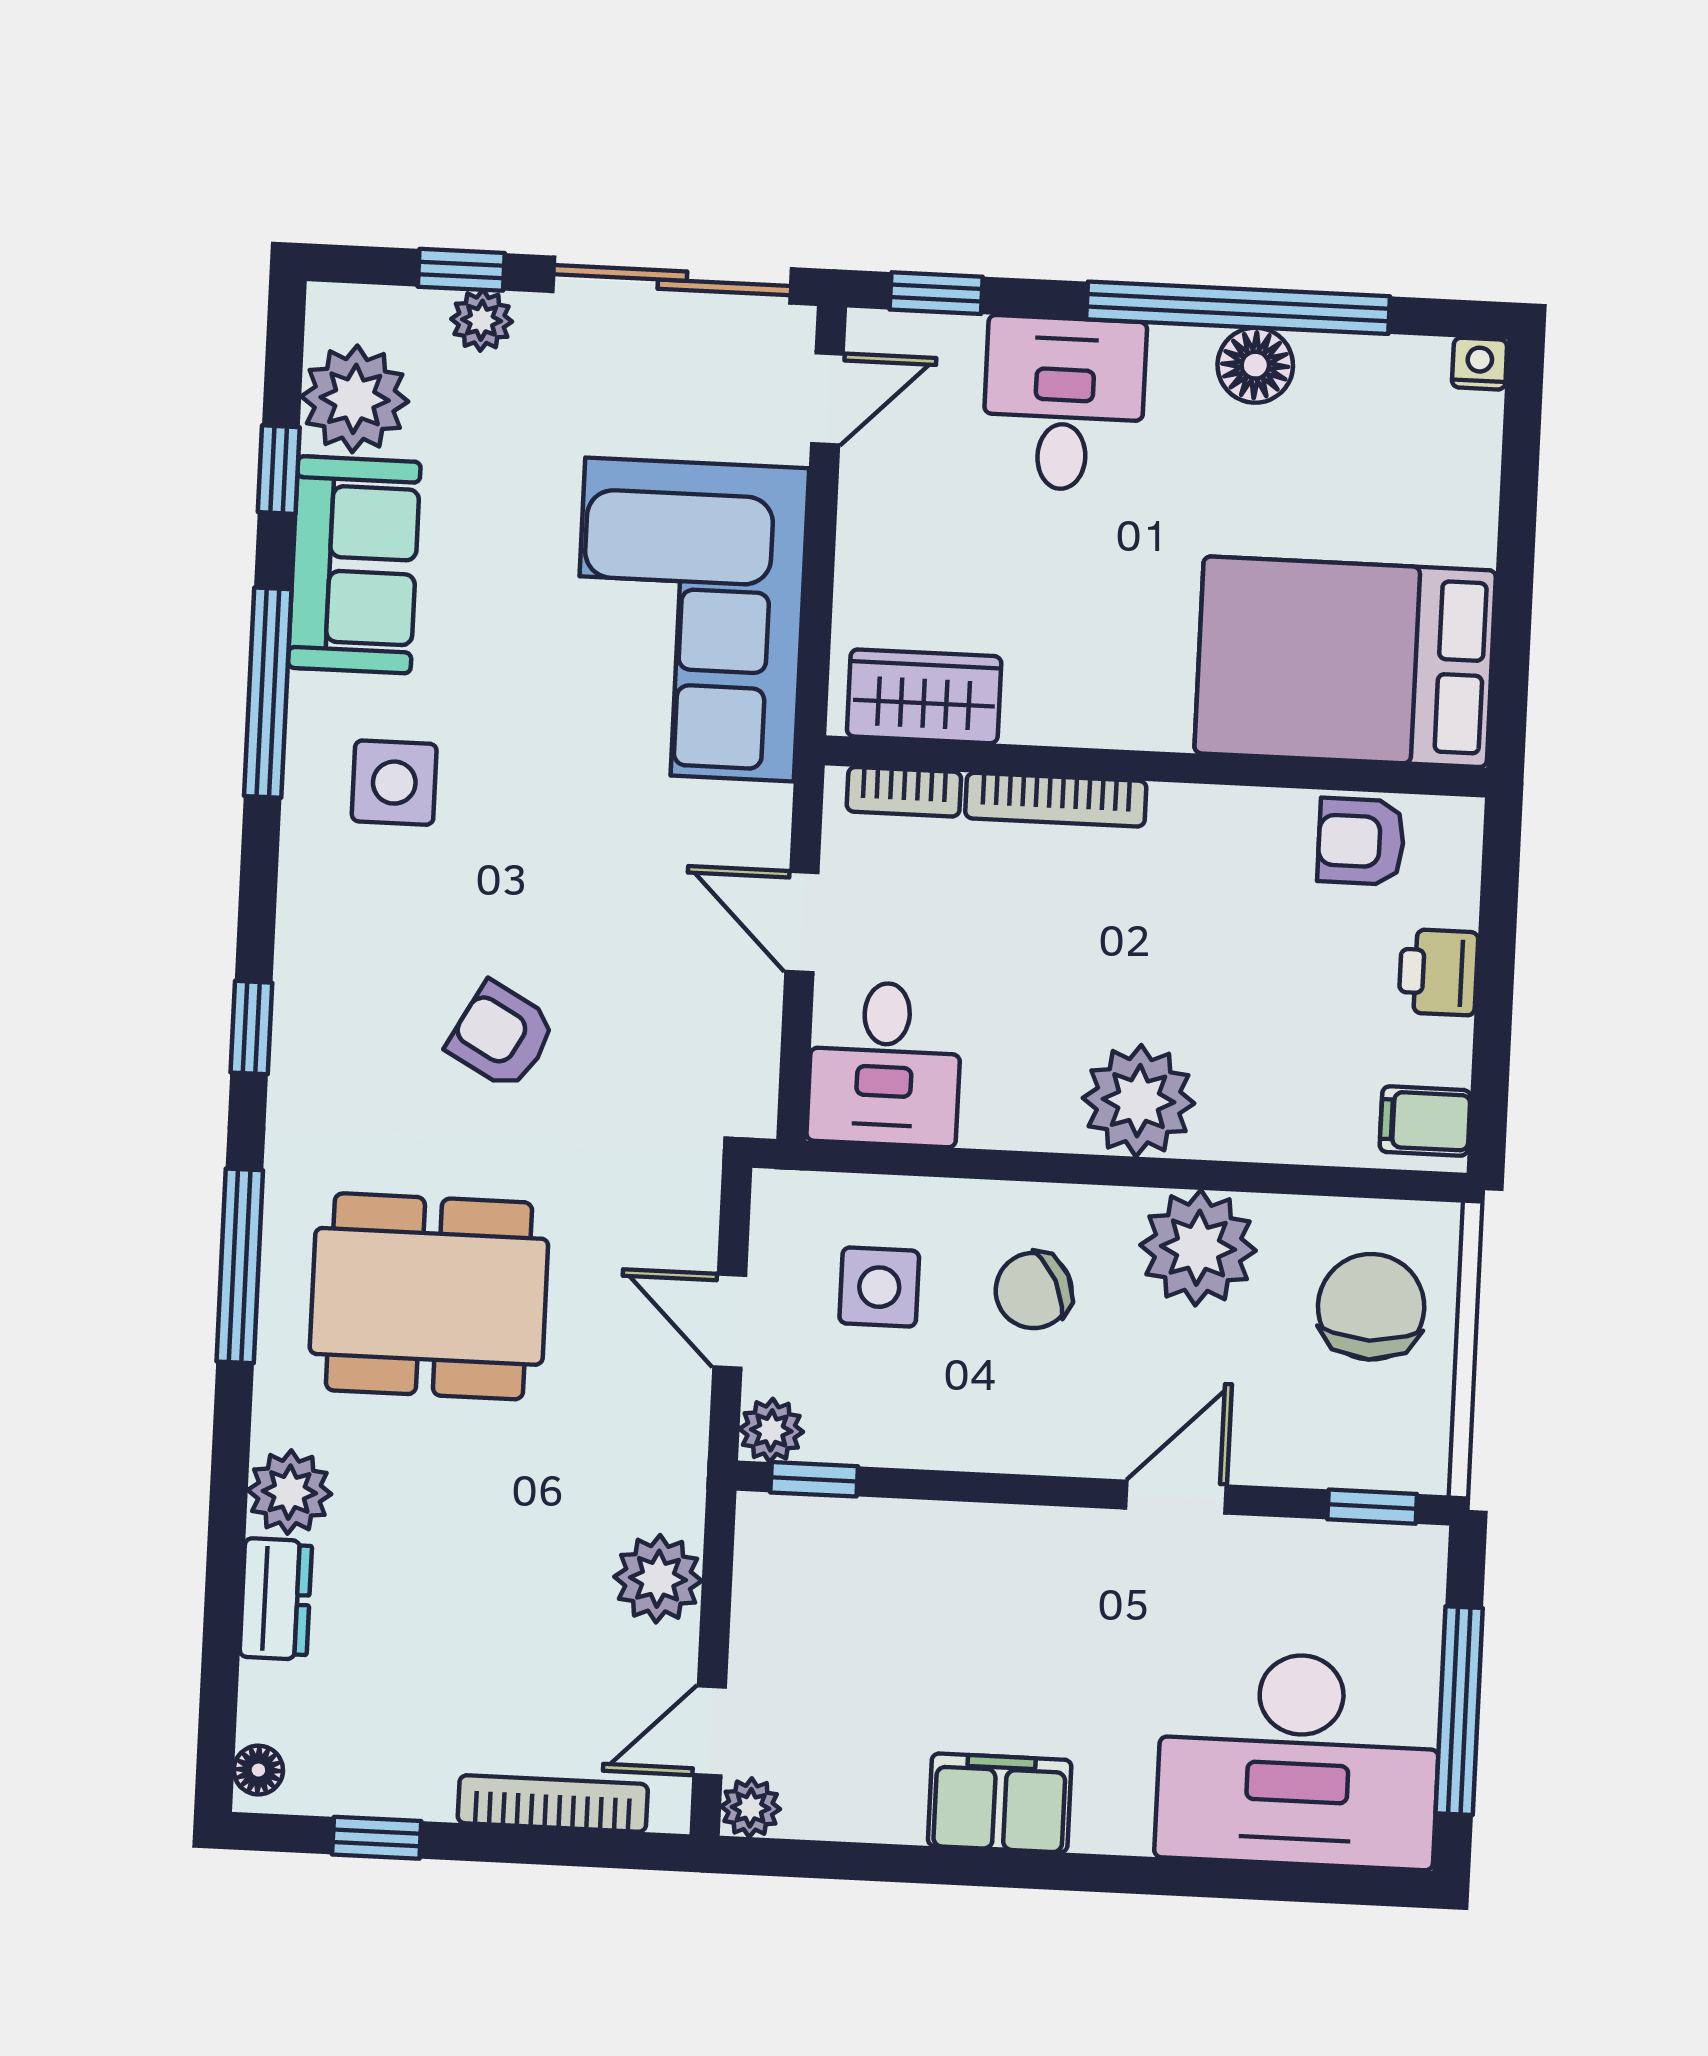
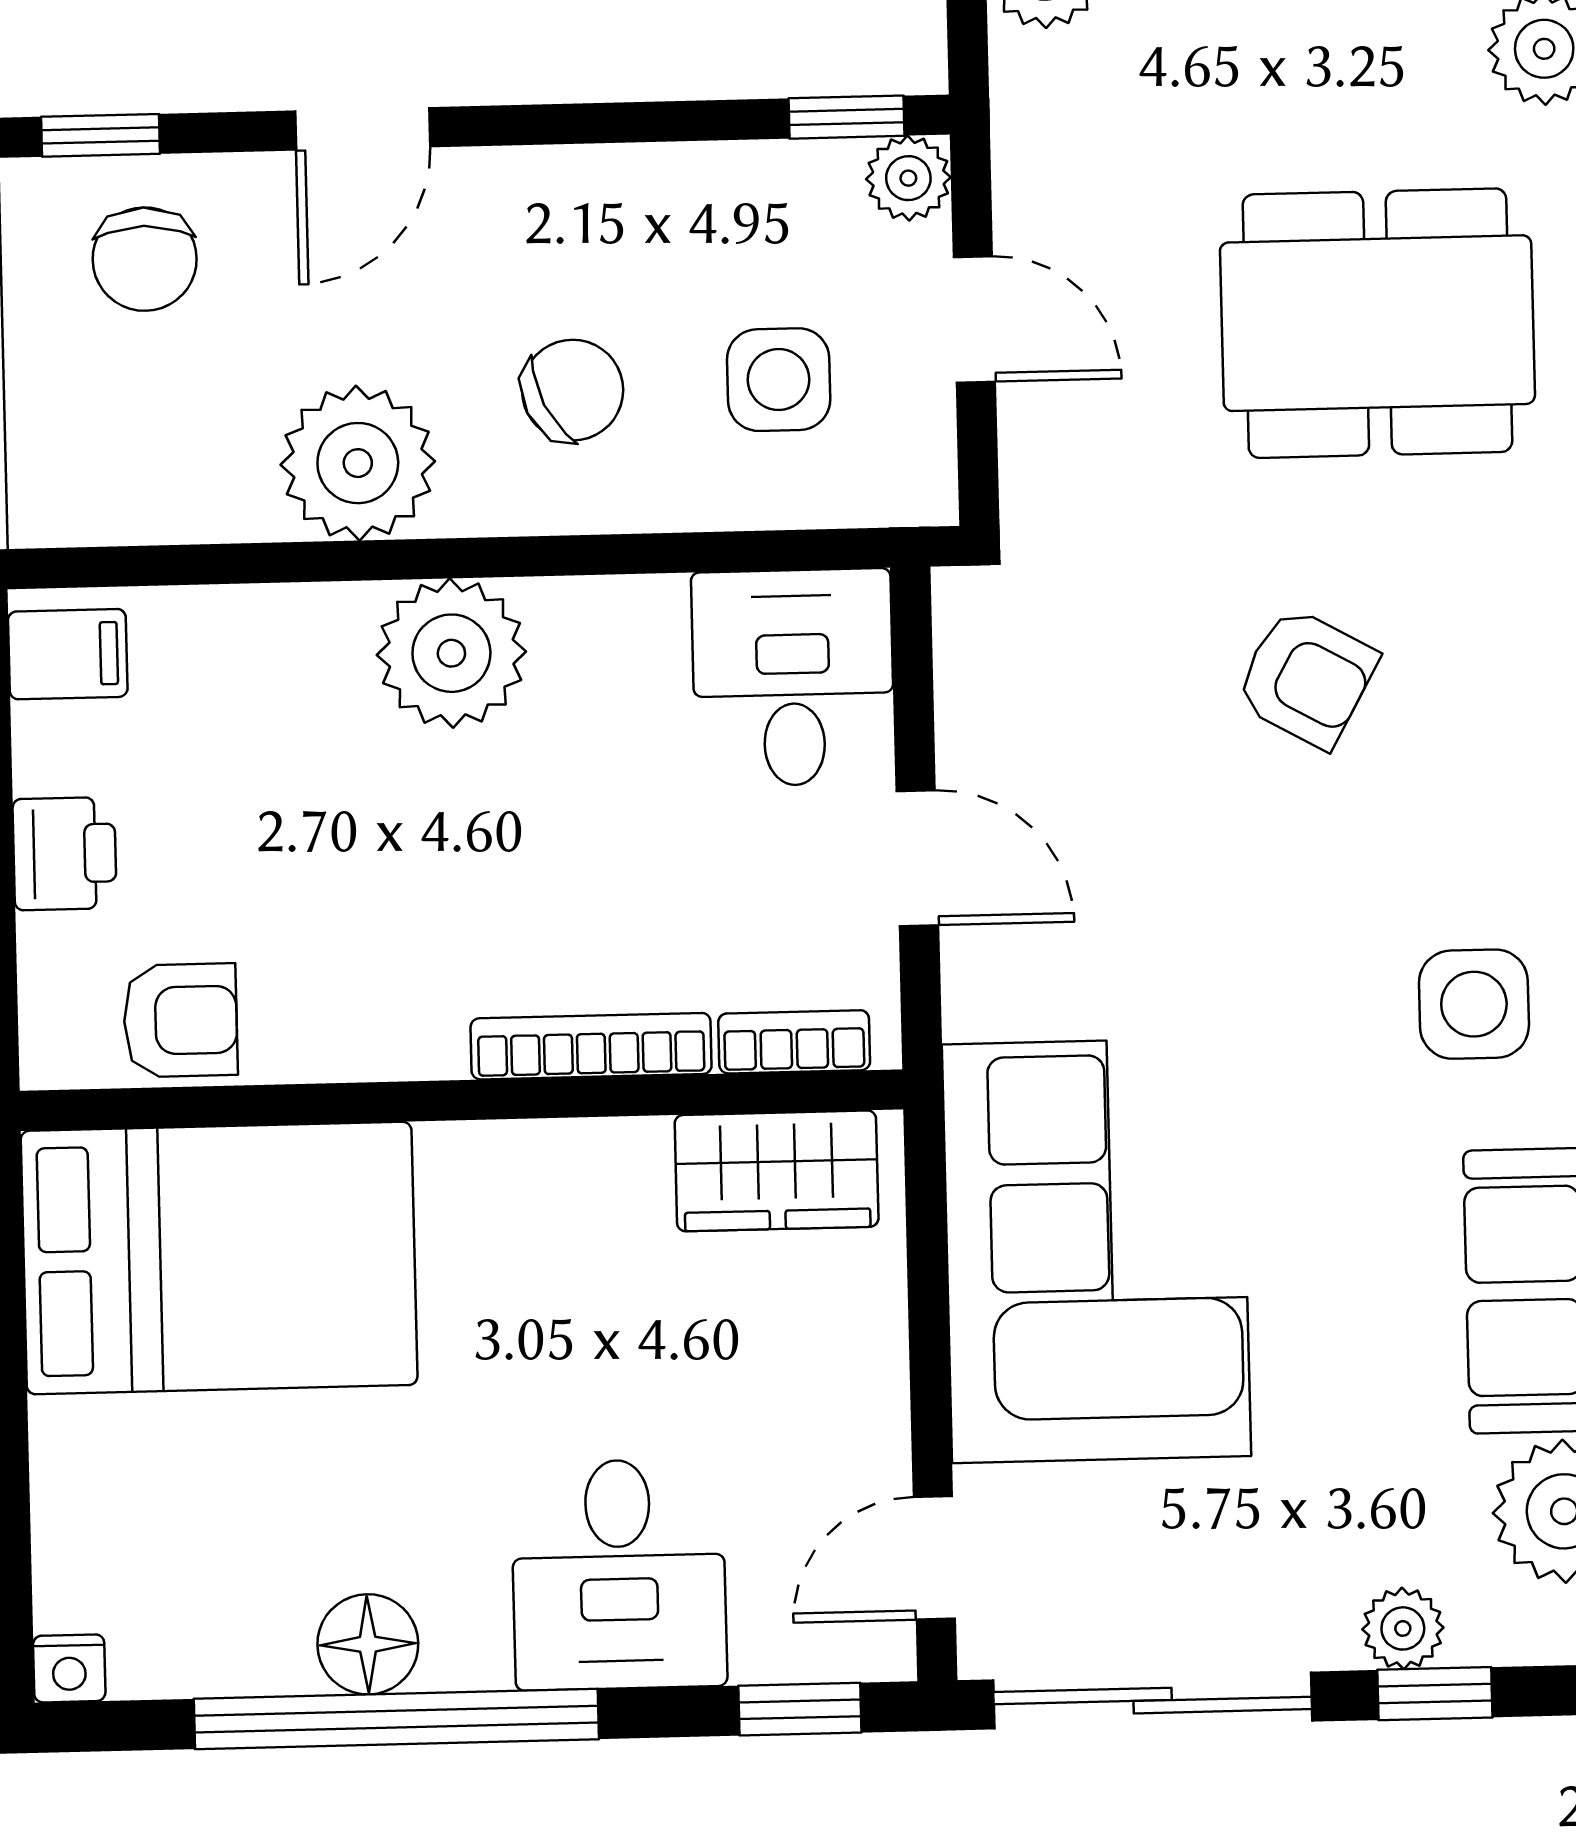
chair: (1371, 1307) -> (145, 259), moved, width x0.73, depth x0.73

